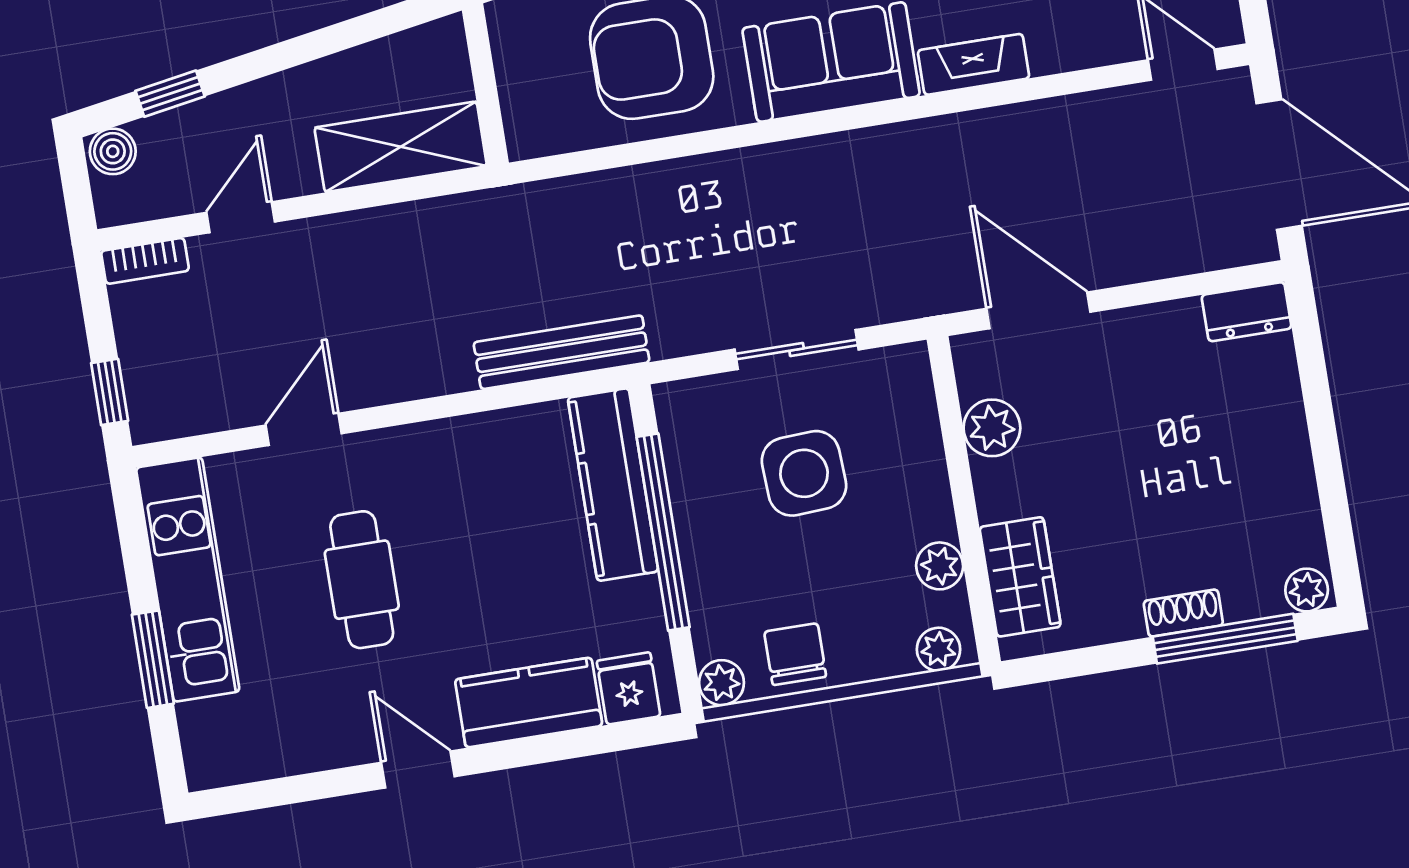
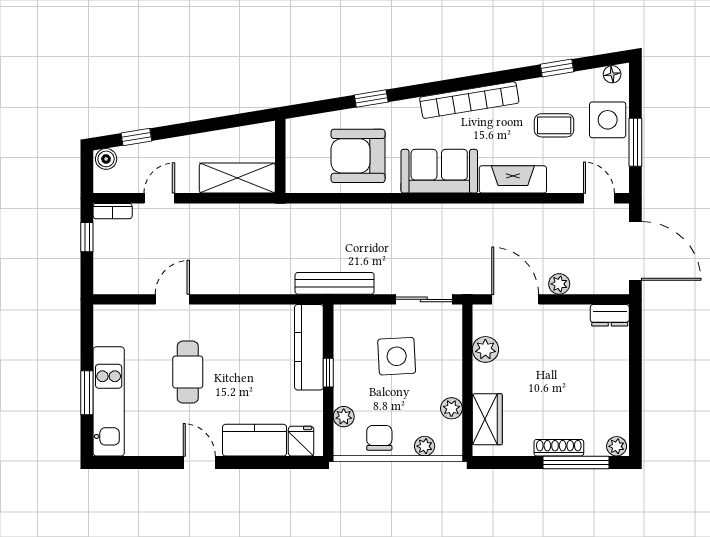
fireplace: (973, 64) -> (513, 179), width x1.37, depth x1.32
plant: (1127, 262) -> (559, 284), added
sliding door: (797, 350) -> (424, 299), moved
bench: (562, 352) -> (335, 283), moved
window: (110, 392) -> (87, 237), moved
window: (663, 532) -> (328, 373), width x0.32
kitchen unit: (188, 580) -> (109, 401), moved
shoe rack: (1183, 613) -> (559, 448), width x1.43
plant: (938, 649) -> (425, 446), moved
plant: (721, 683) -> (344, 417), moved

